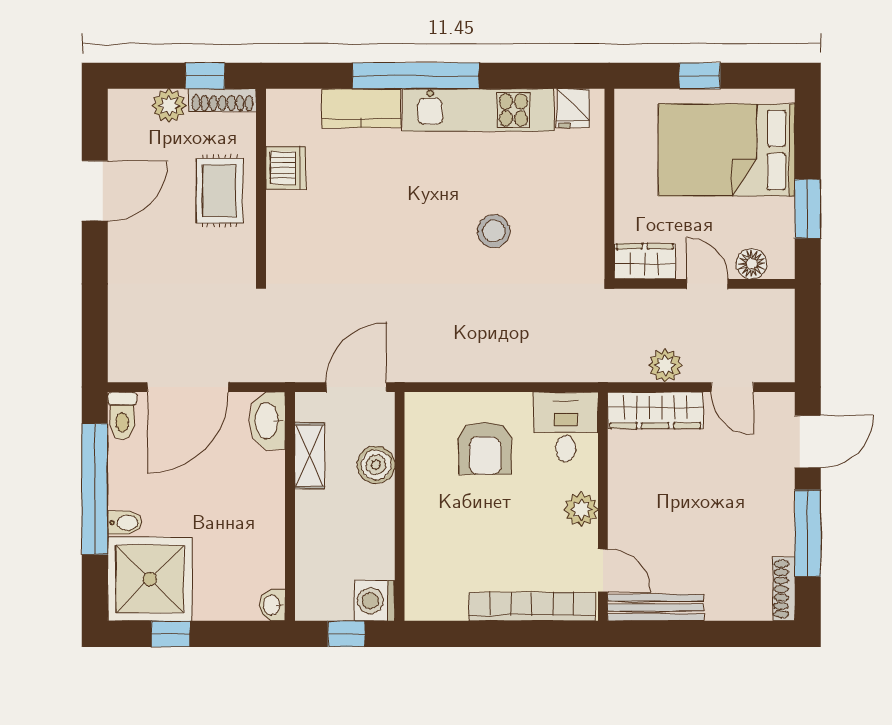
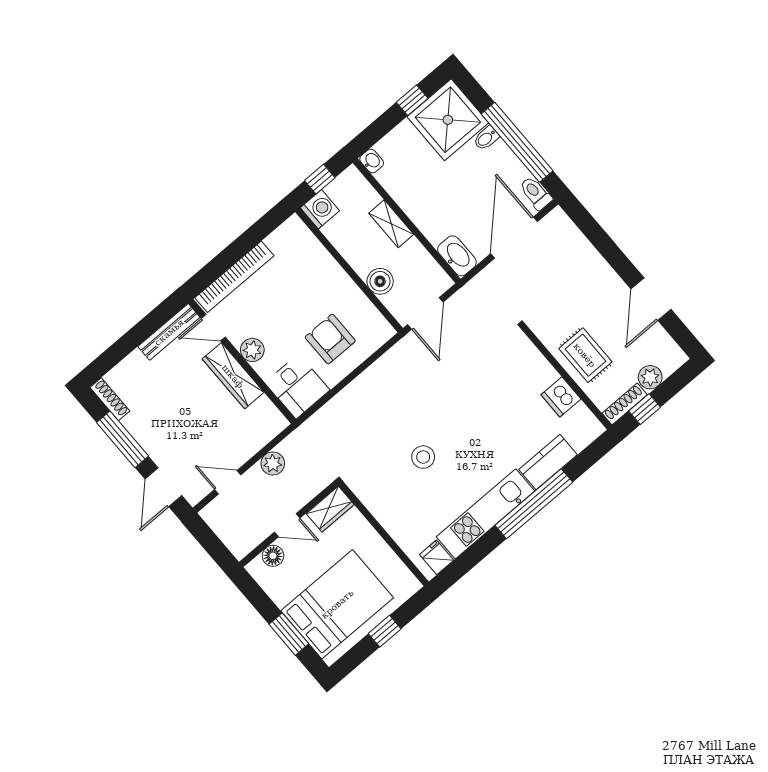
window: (808, 209) -> (289, 634), moved
wardrobe: (655, 410) -> (233, 376), moved, turned -90
shelving: (310, 456) -> (391, 224), moved

